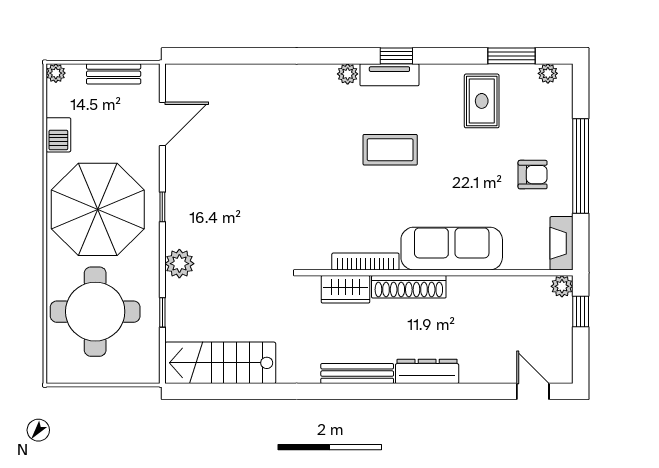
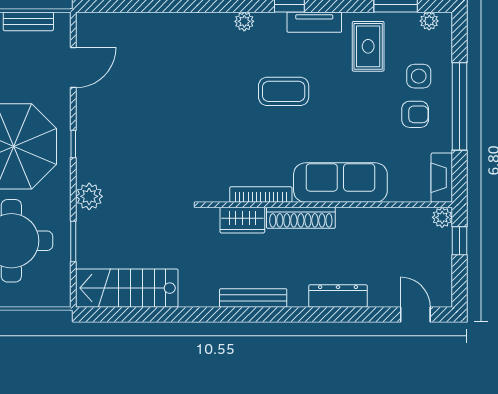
tv unit: (389, 75) -> (314, 22), moved
side table: (537, 133) -> (419, 76), added
window: (162, 312) -> (73, 242), width x1.50
dresser: (427, 371) -> (338, 296), moved

